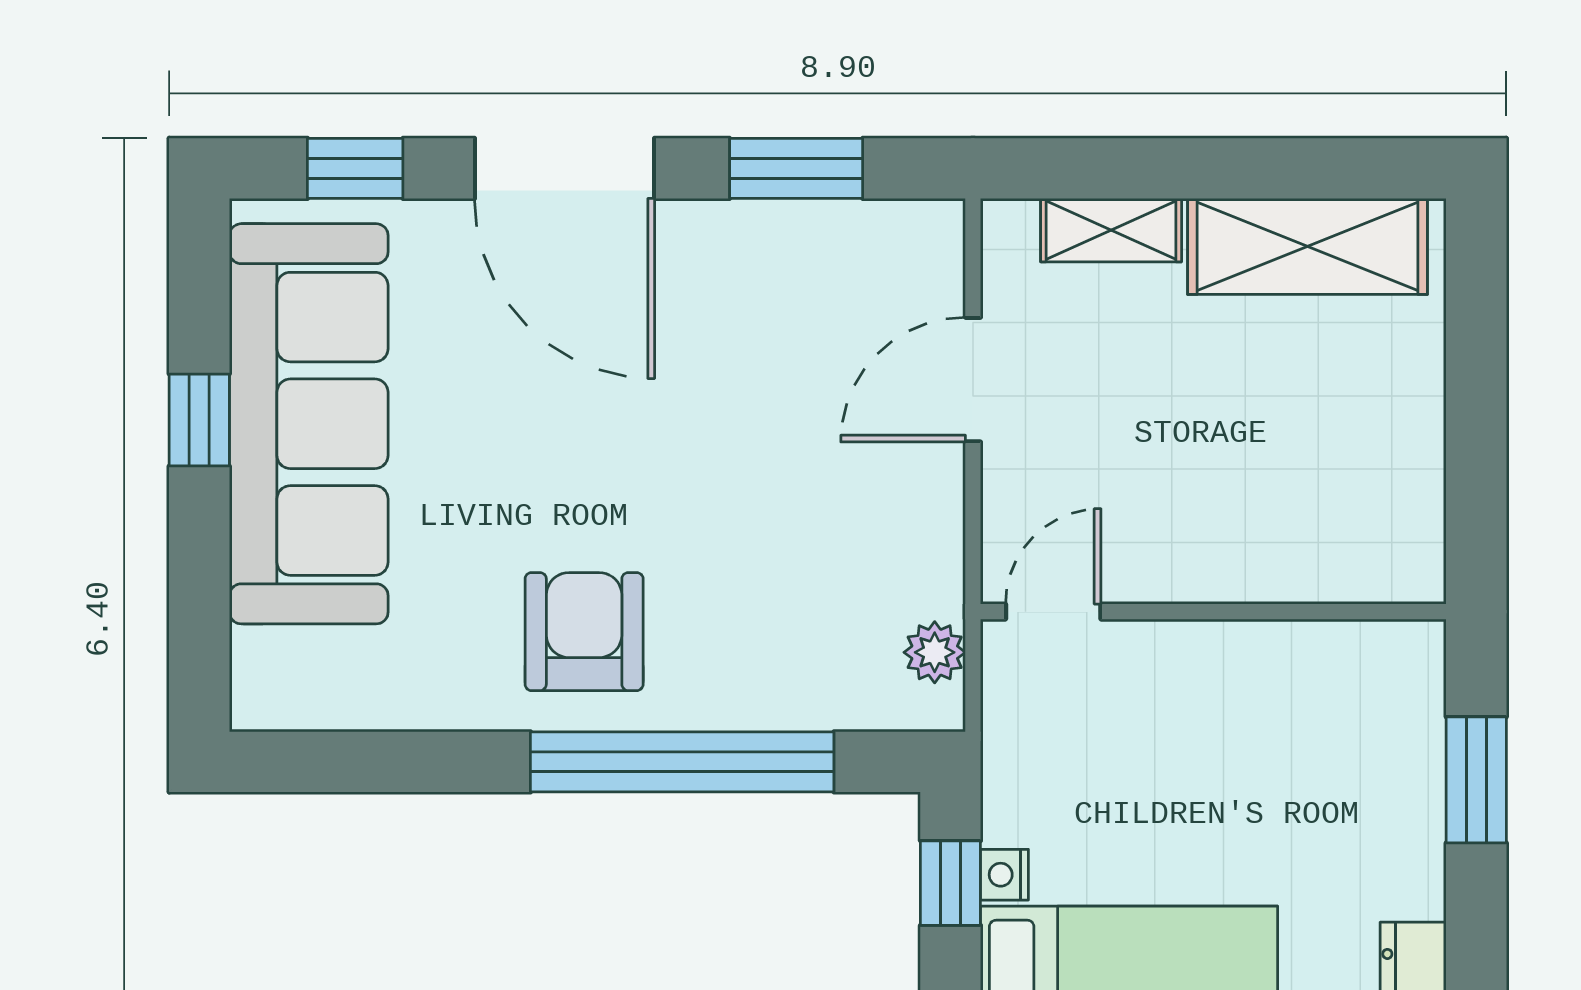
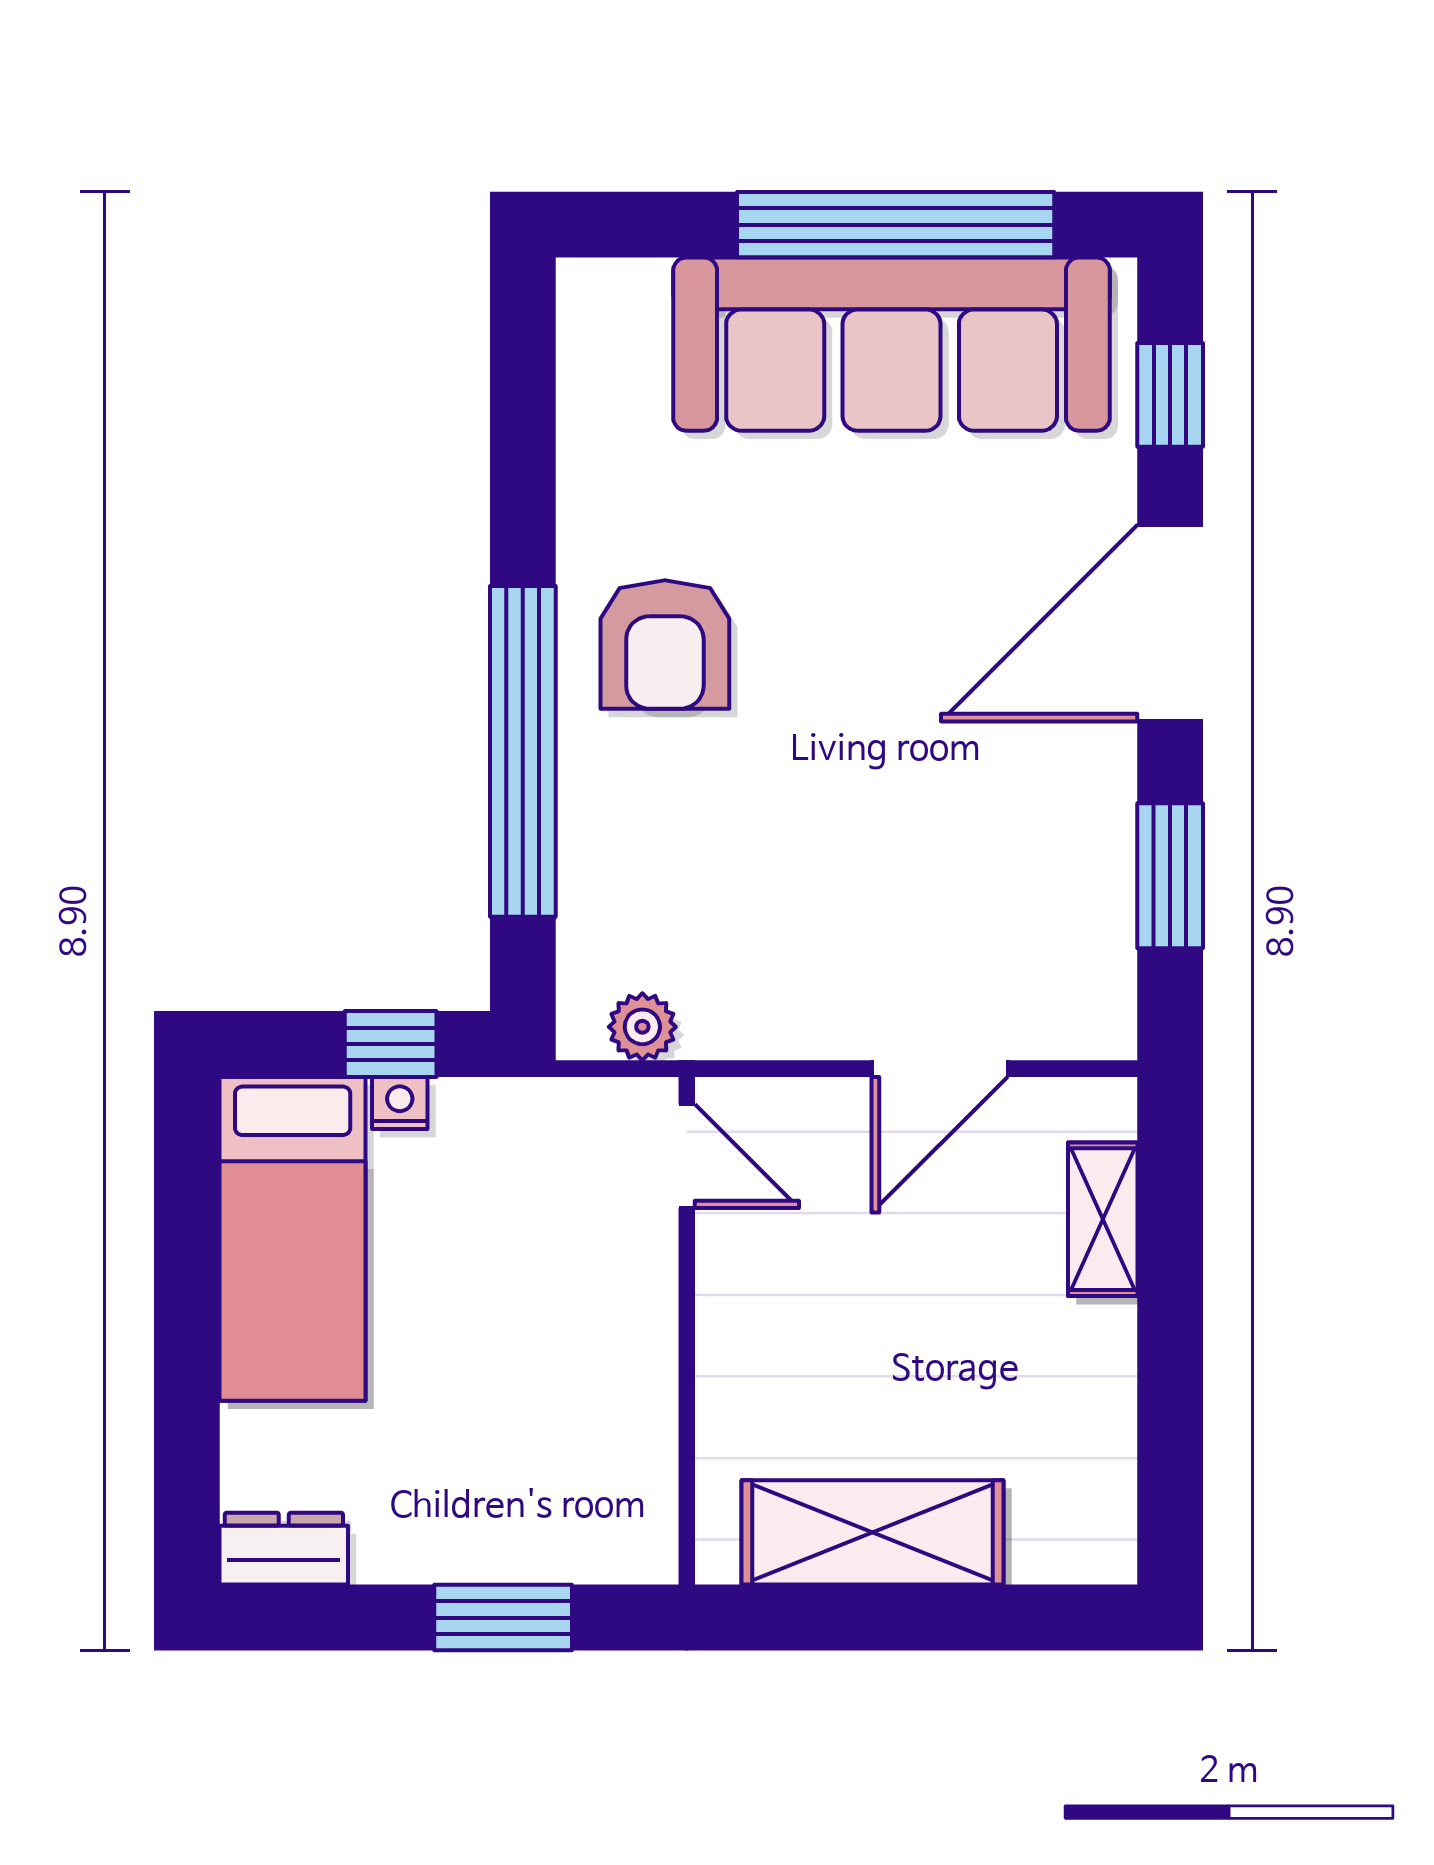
shelving: (1308, 246) -> (872, 1532), moved, turned 90
door: (973, 380) -> (940, 1069), swing flipped
window: (199, 420) -> (896, 225), width x3.17
armchair: (584, 632) -> (665, 644), turned 90

